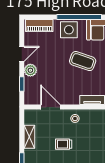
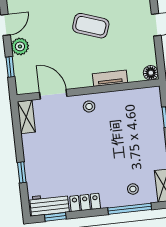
shelving: (29, 137) -> (26, 117), moved
trolley: (64, 144) -> (77, 144), removed

